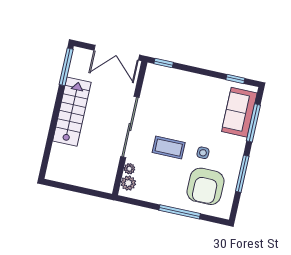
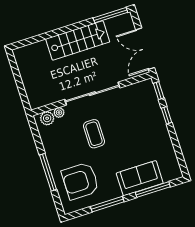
window: (235, 79) -> (167, 115), moved
sofa: (239, 112) -> (140, 178), moved
side table: (203, 153) -> (106, 163), removed

